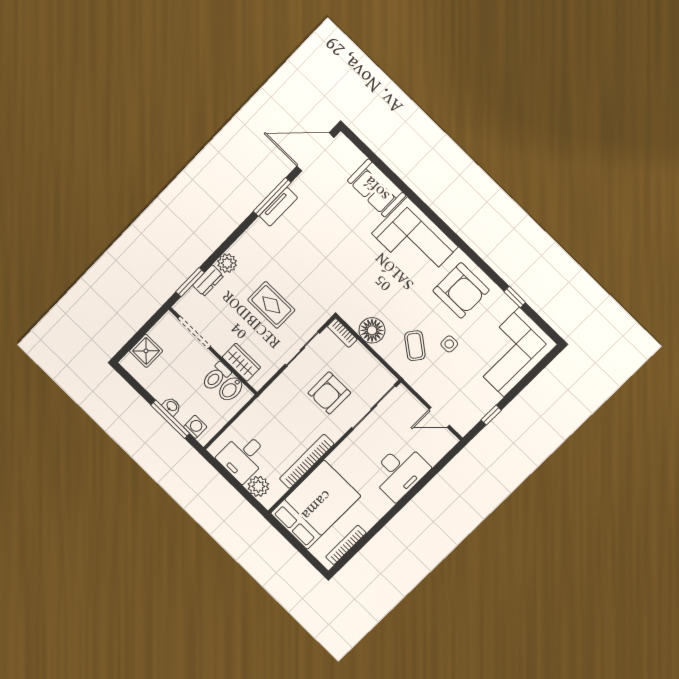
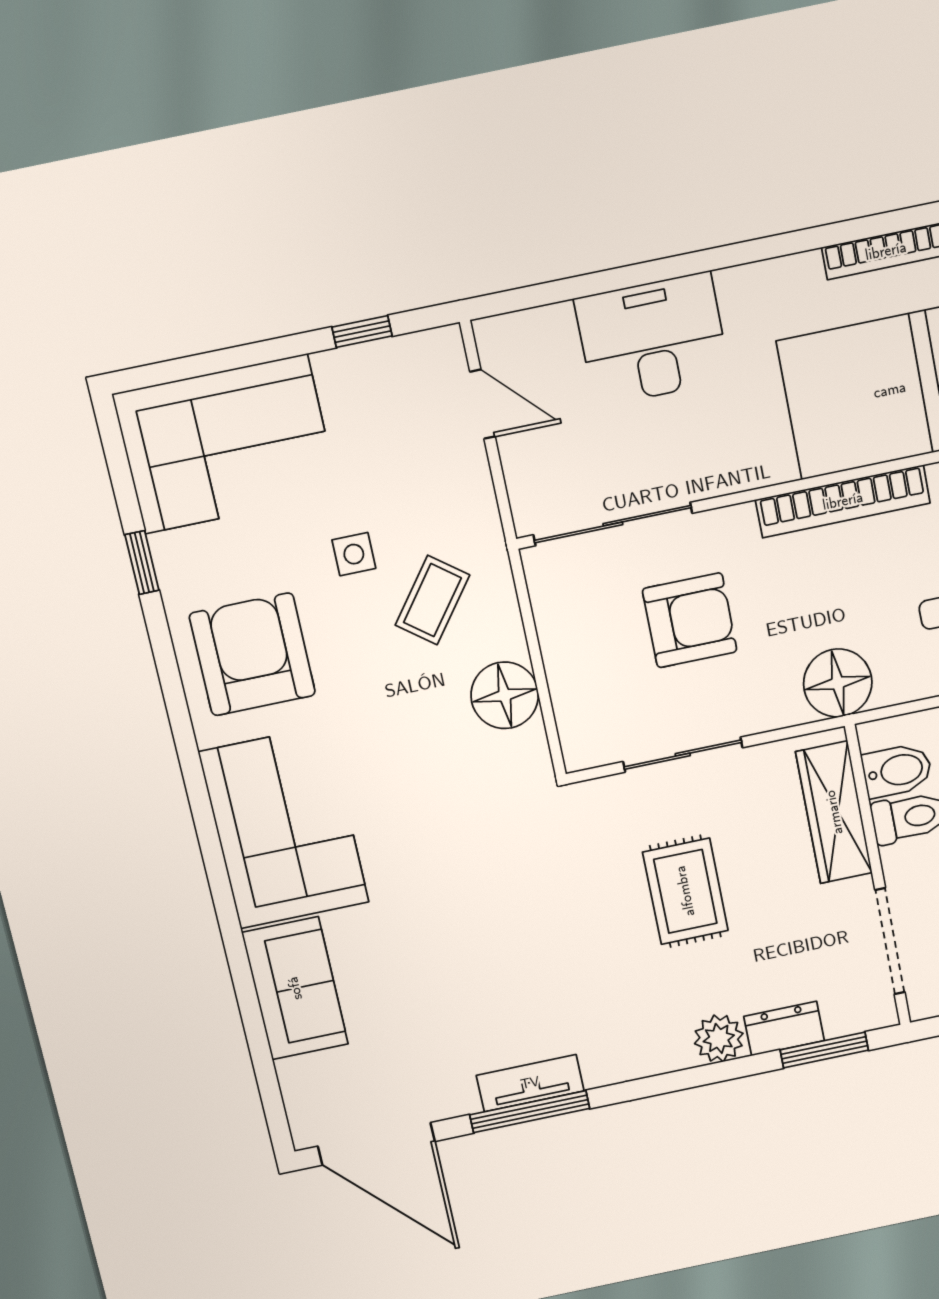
bookcase: (342, 333) -> (573, 732), removed
wardrobe: (241, 362) -> (834, 812), width x1.50
floor lamp: (269, 404) -> (838, 683), added

